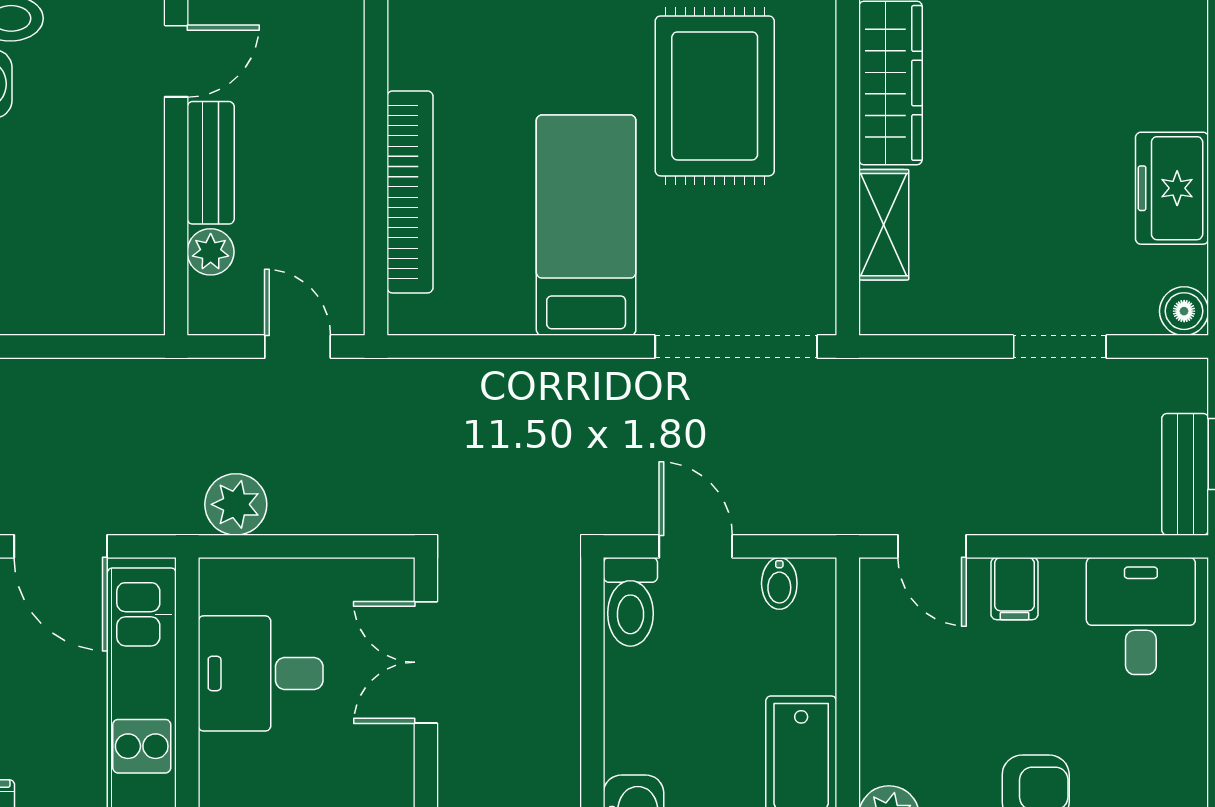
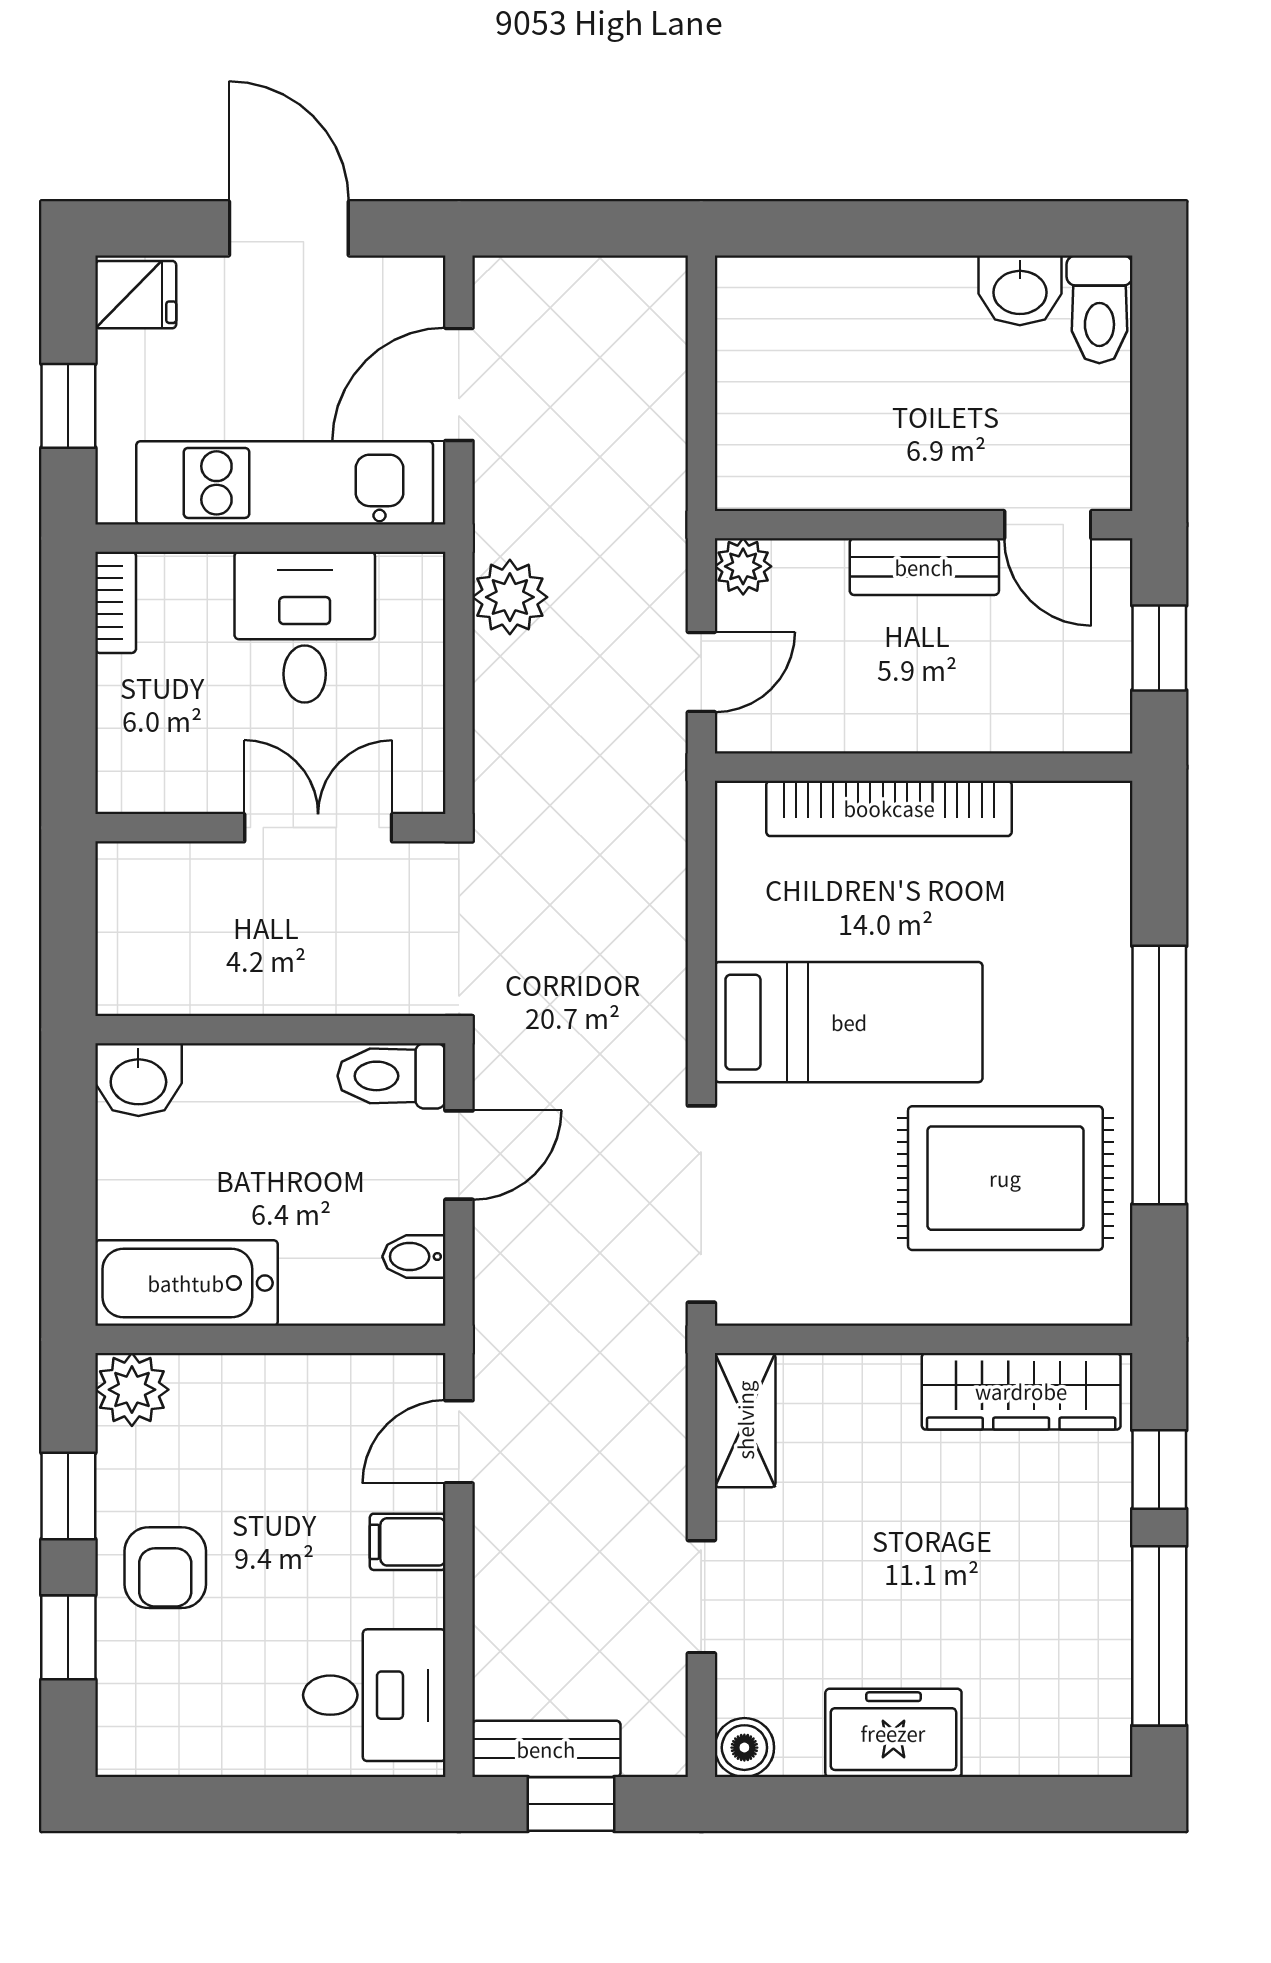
shelving: (884, 225) -> (745, 1420), moved, turned 90
plant: (211, 252) -> (743, 566), moved

